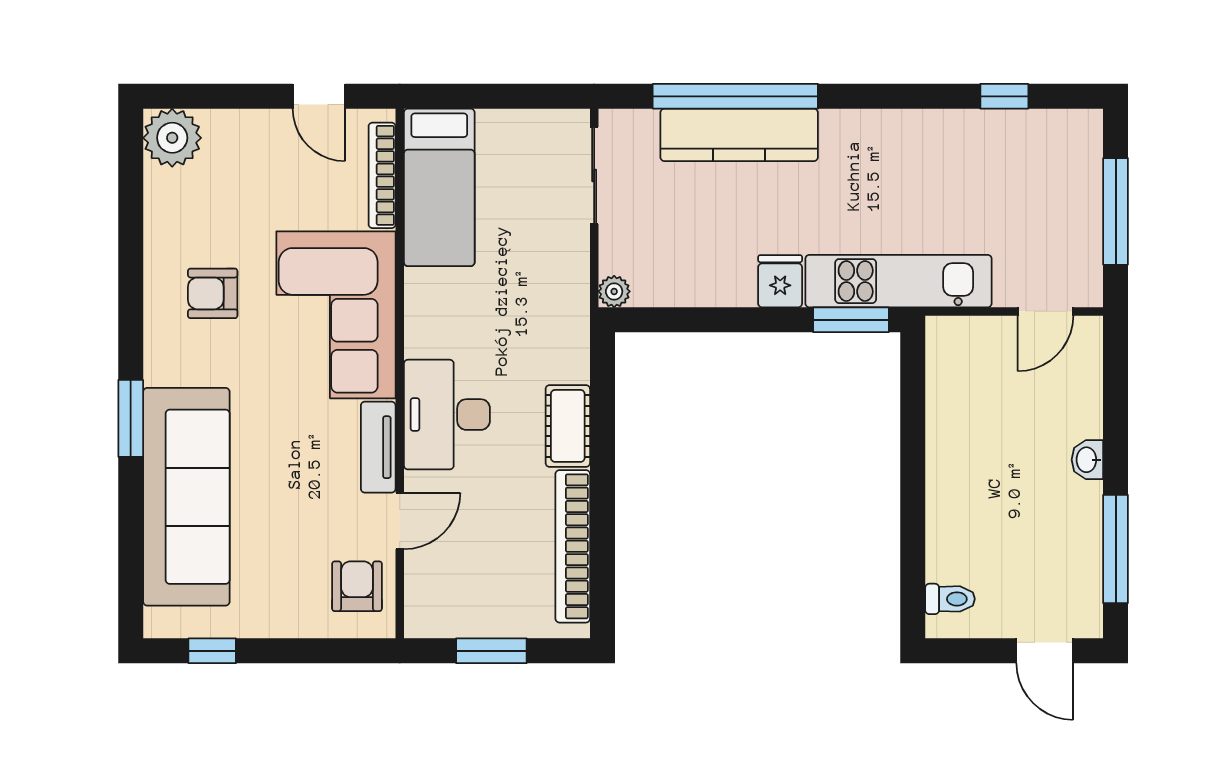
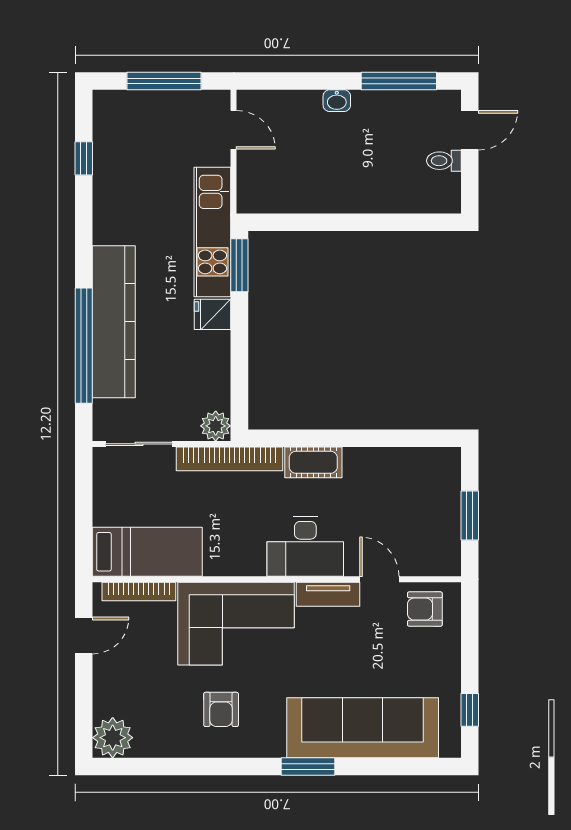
kitchen counter: (739, 135) -> (114, 322), width x1.39, depth x1.17
plant: (614, 291) -> (216, 426), width x1.38, depth x1.38
bookcase: (573, 546) -> (230, 459), moved
toilet: (950, 599) -> (444, 161), moved, turned -90

